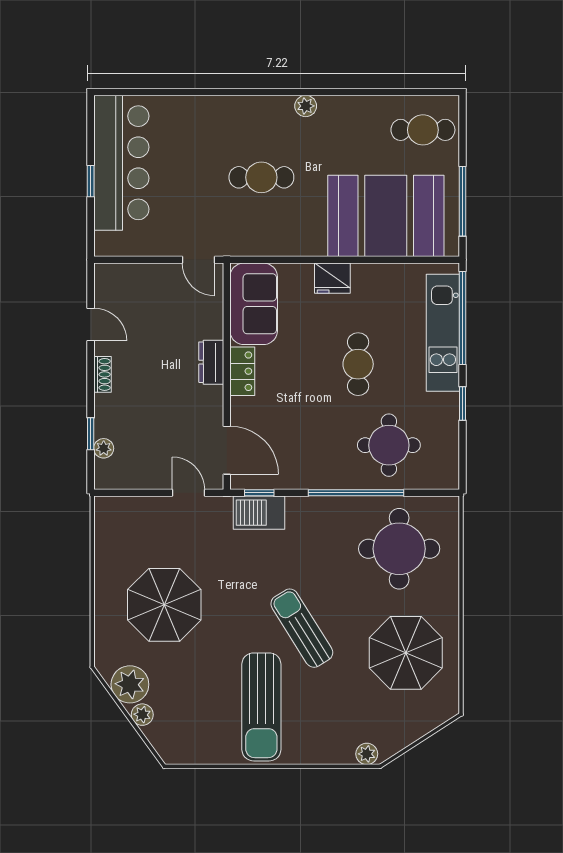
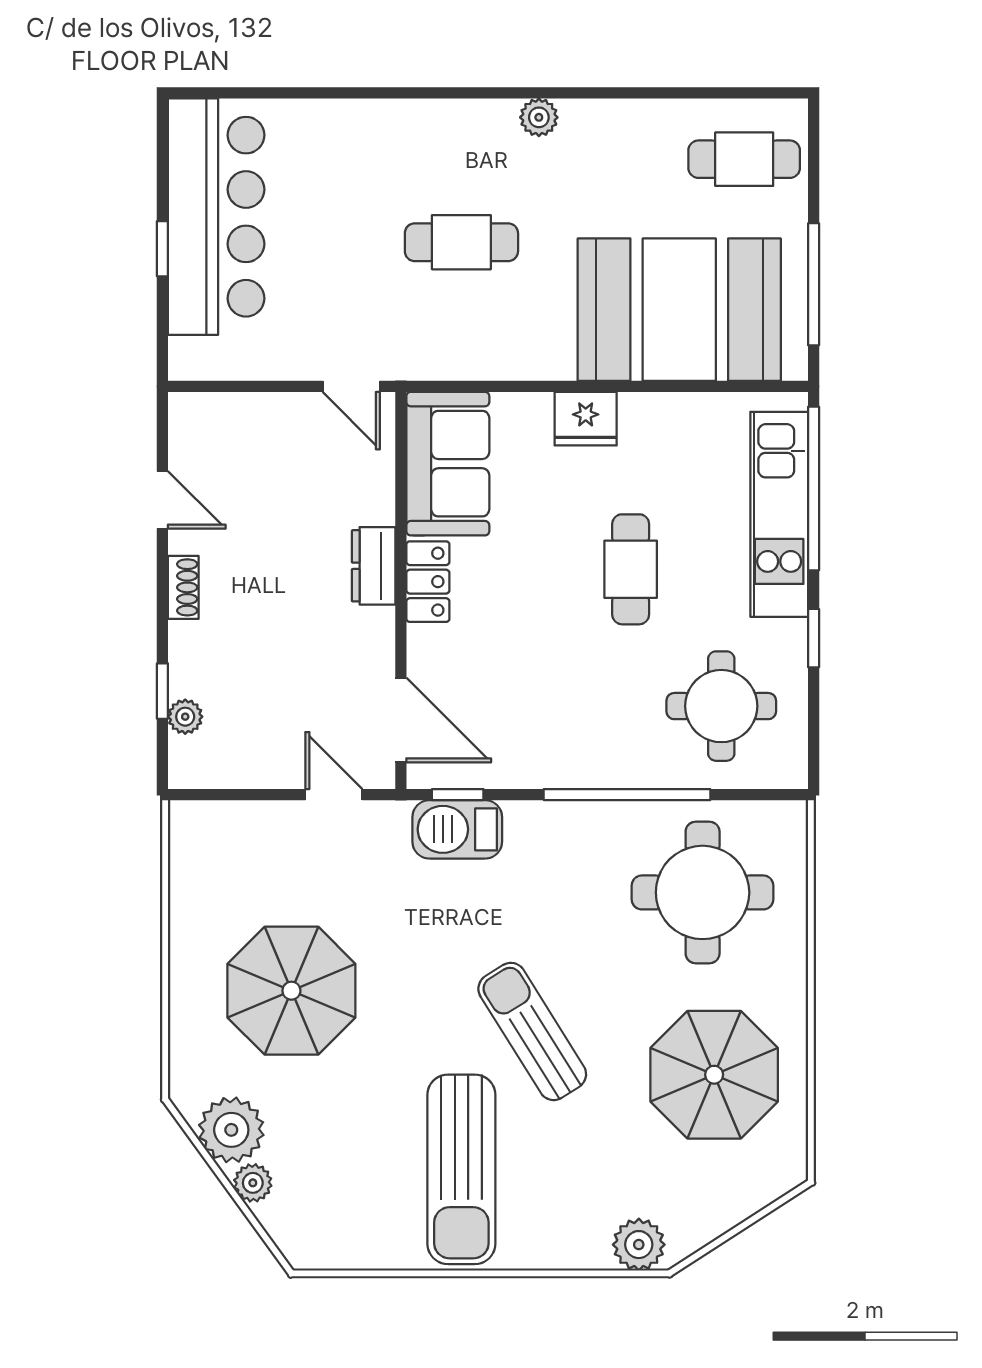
round table: (389, 445) -> (721, 706), moved
plant: (367, 754) -> (639, 1245), width x1.38, depth x1.38

